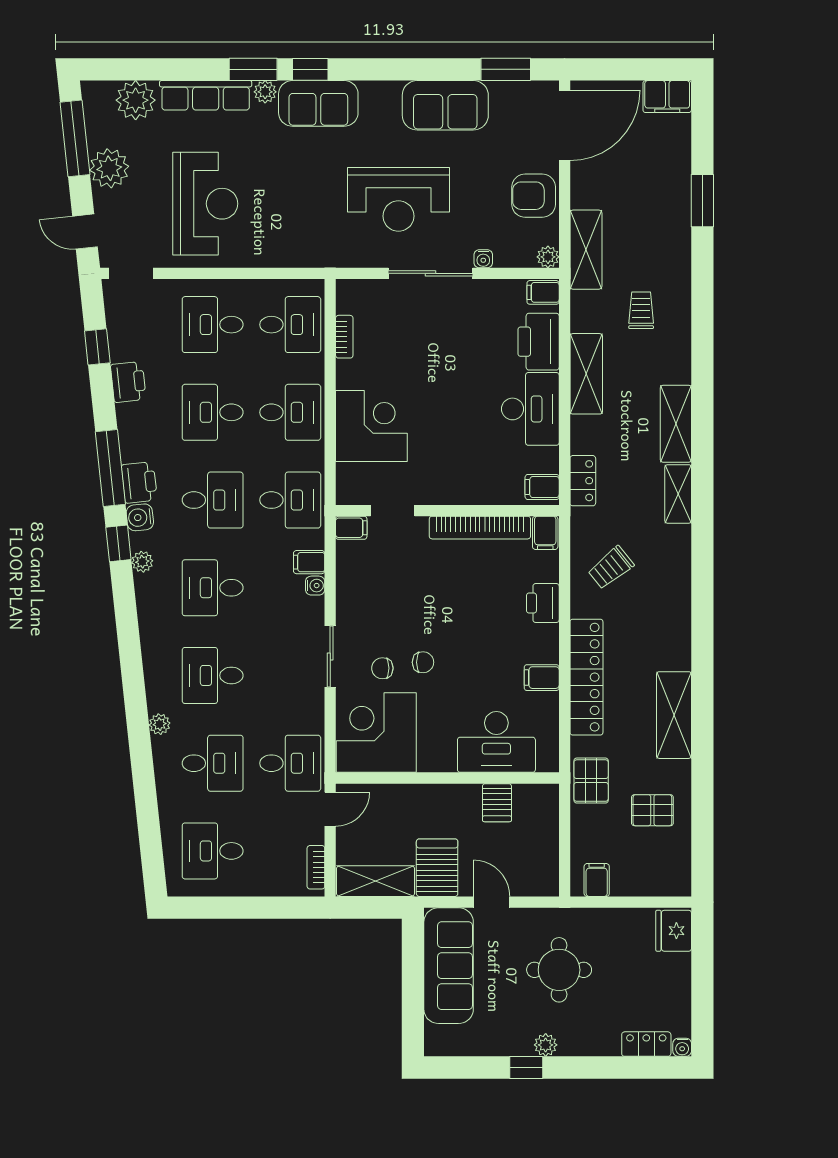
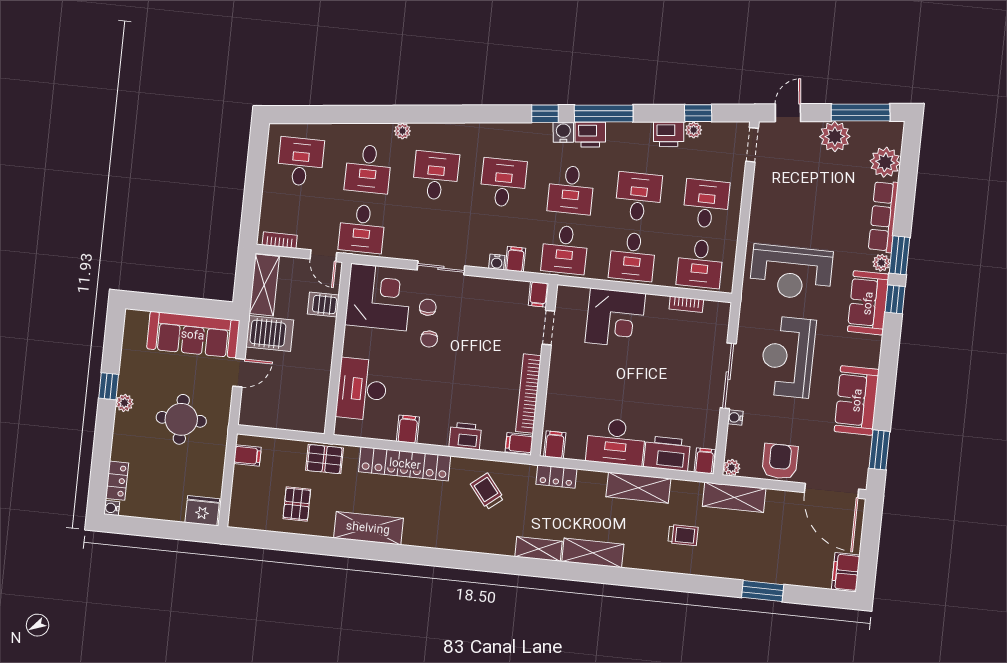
reception desk: (205, 204) -> (791, 272), moved
plant: (142, 562) -> (694, 130), moved
server rack: (497, 803) -> (323, 304), moved

